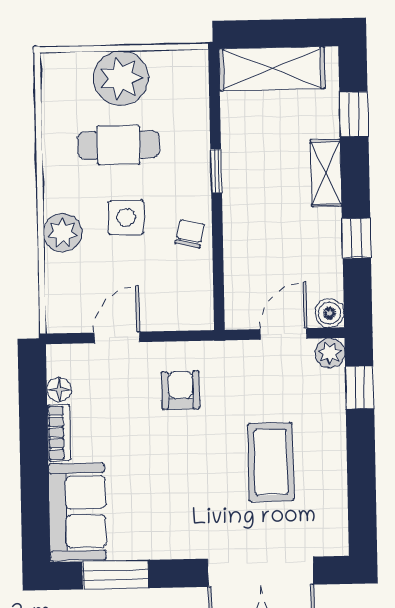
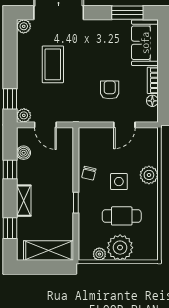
plant: (164, 63) -> (99, 254), added
boiler: (329, 313) -> (24, 153), moved
door: (284, 334) -> (45, 125), hinge flipped
armchair: (181, 390) -> (110, 90), moved, turned 180
plant: (334, 541) -> (24, 26), added

